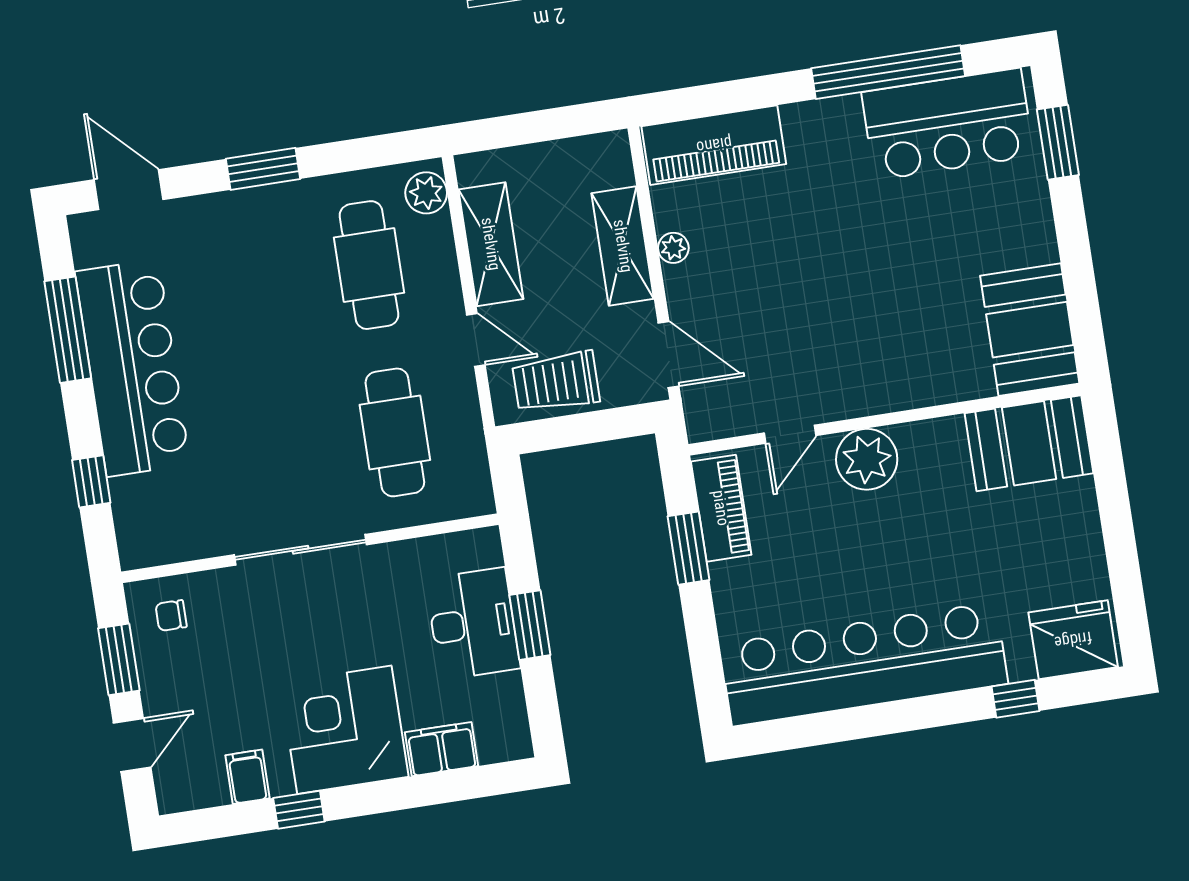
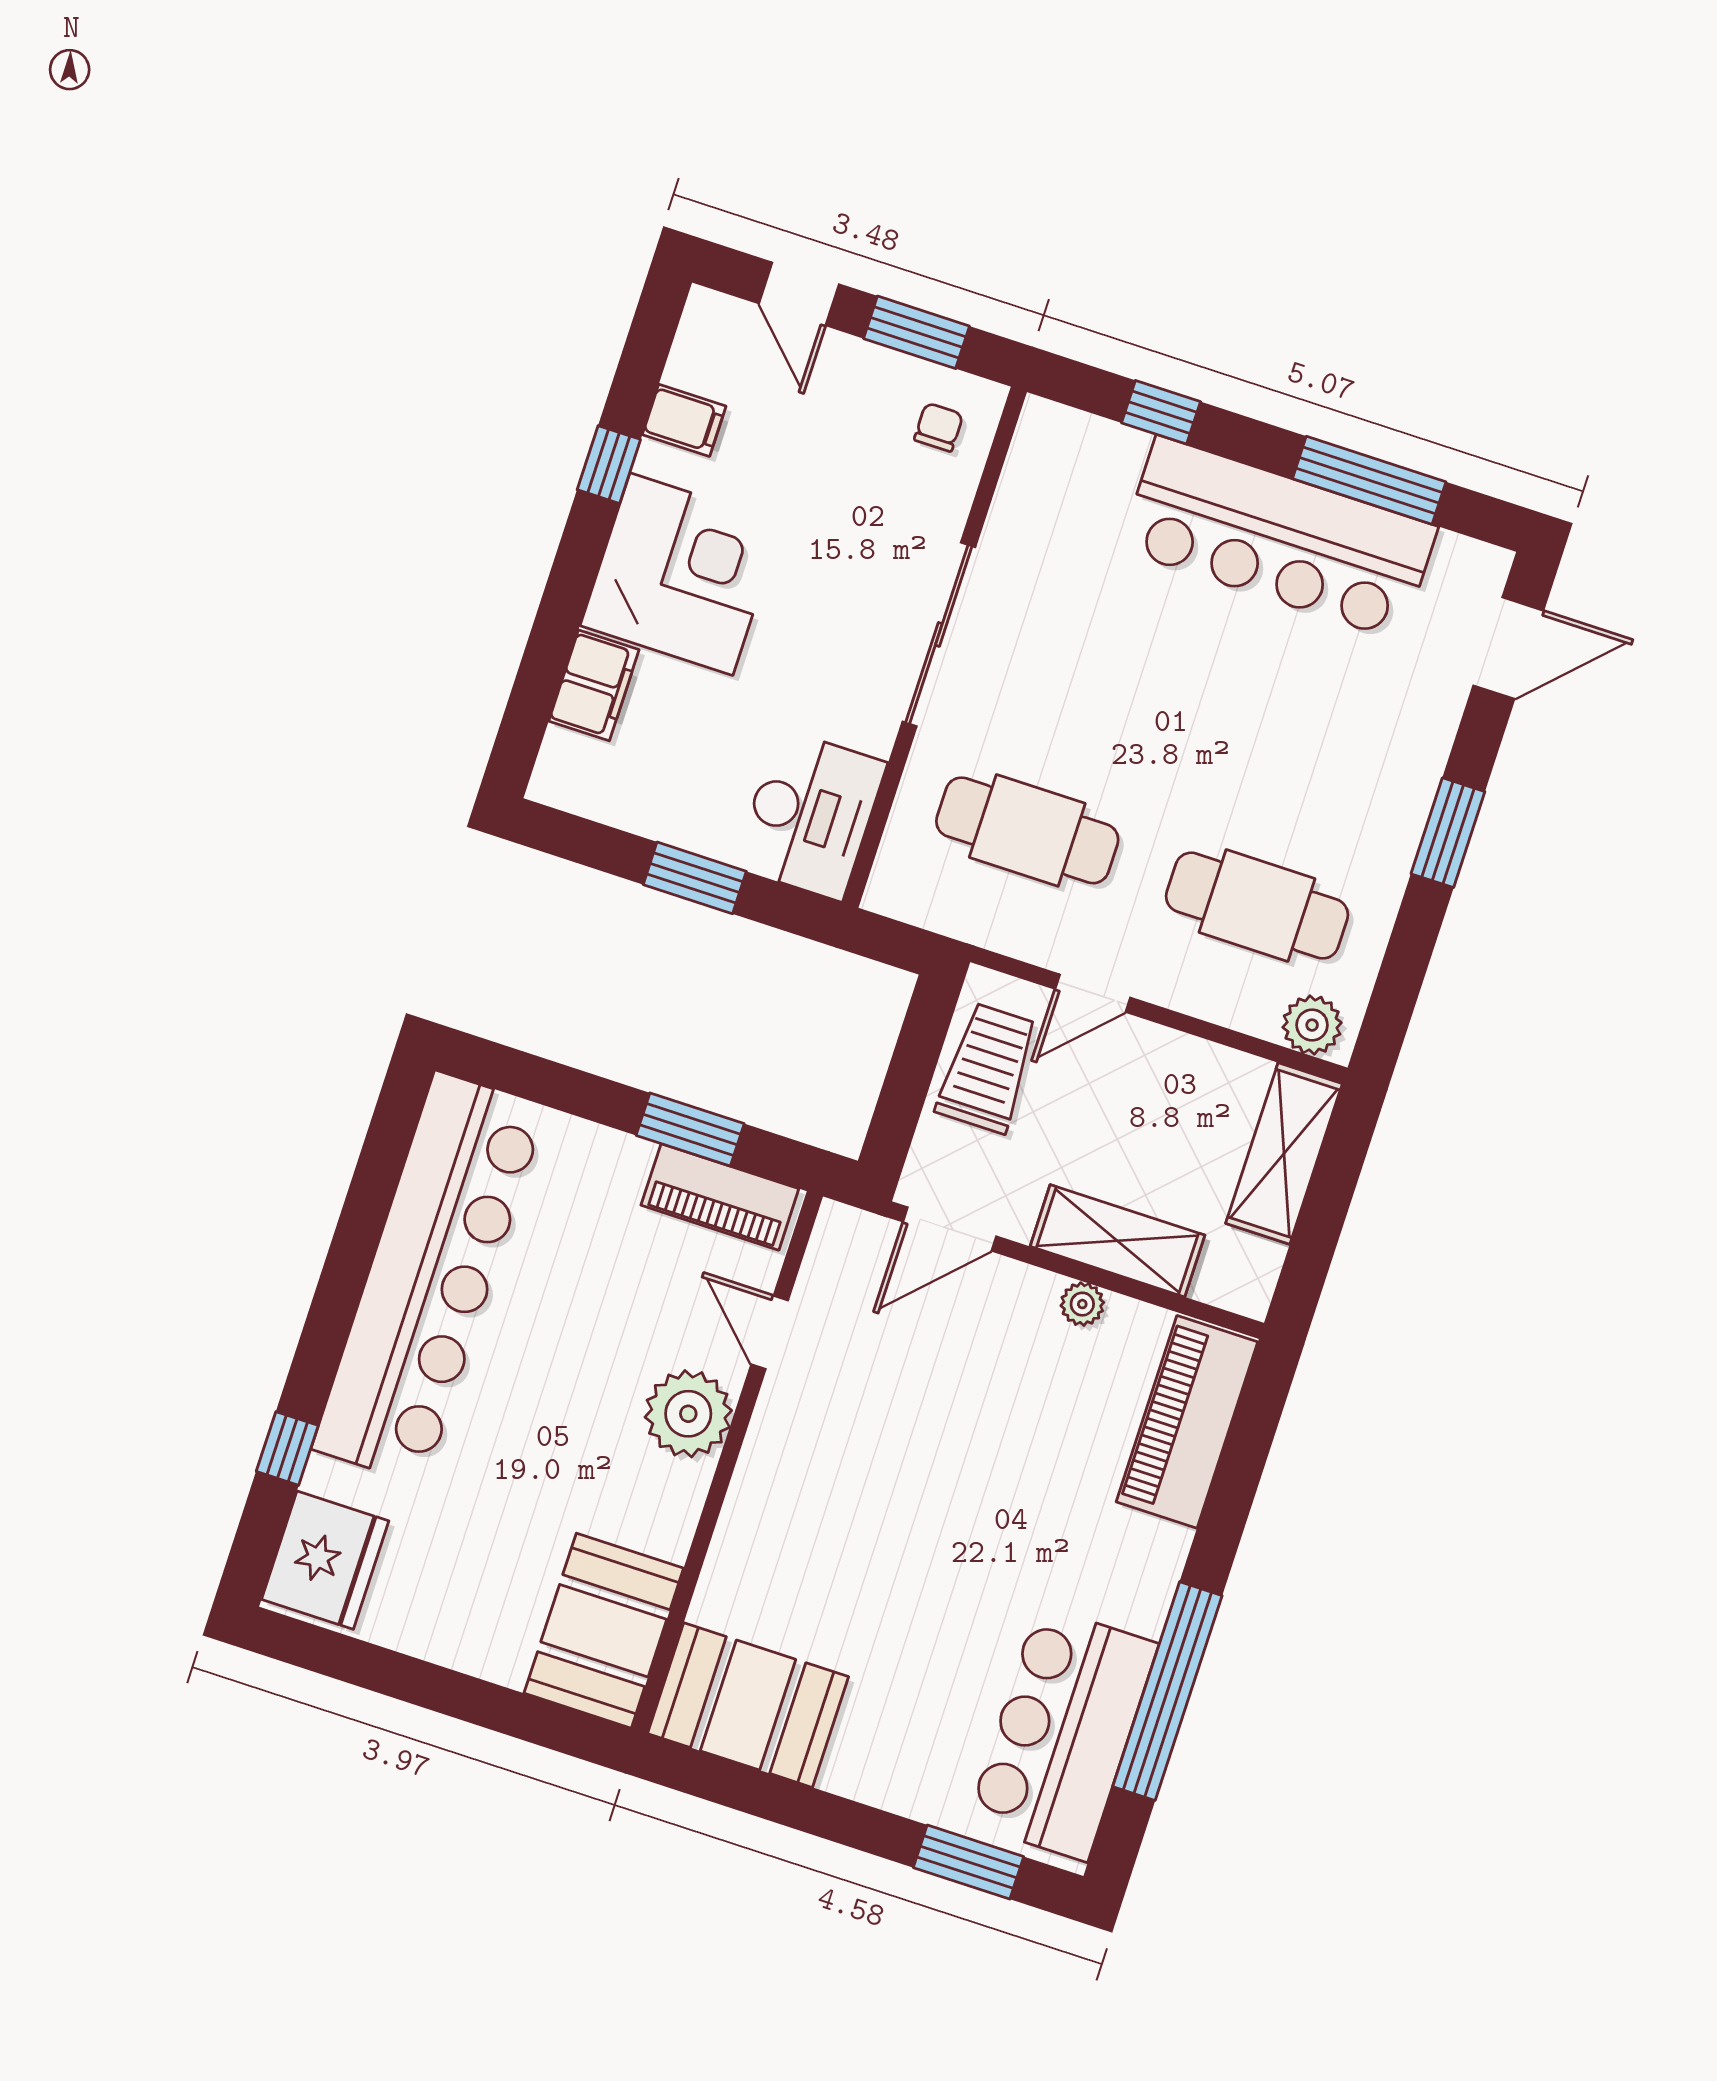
shelving: (491, 244) -> (1284, 1154), moved, turned 90
desk: (473, 624) -> (810, 815), moved, turned -90

